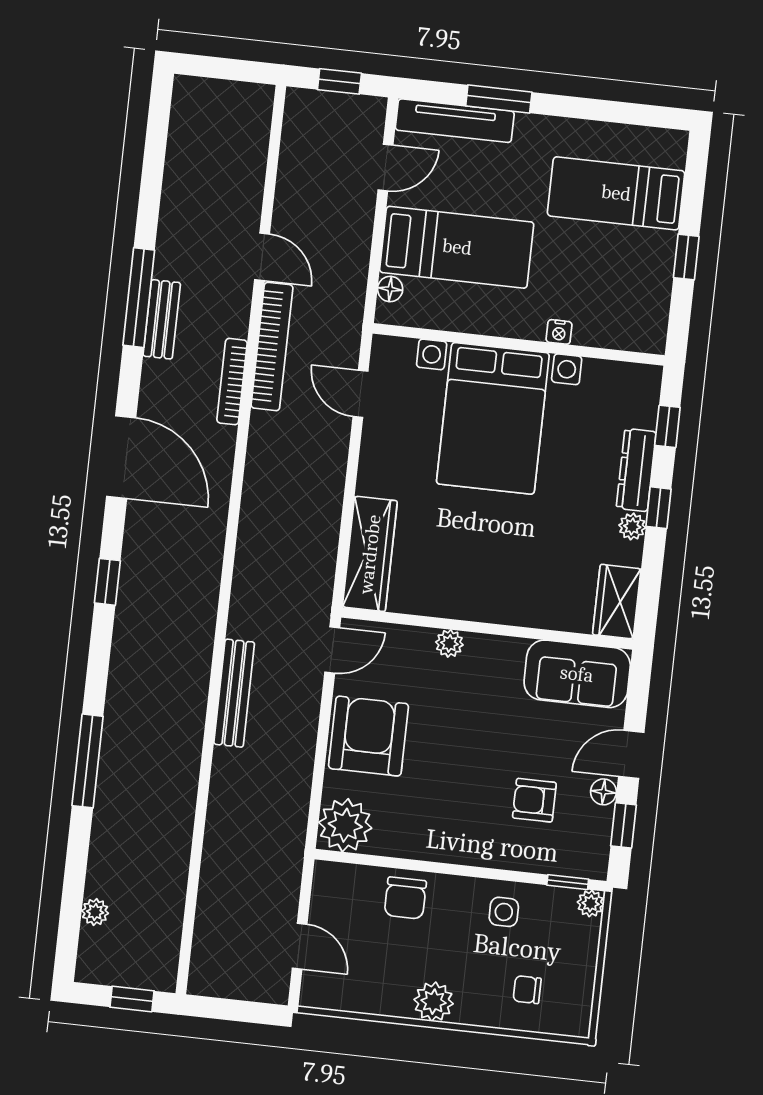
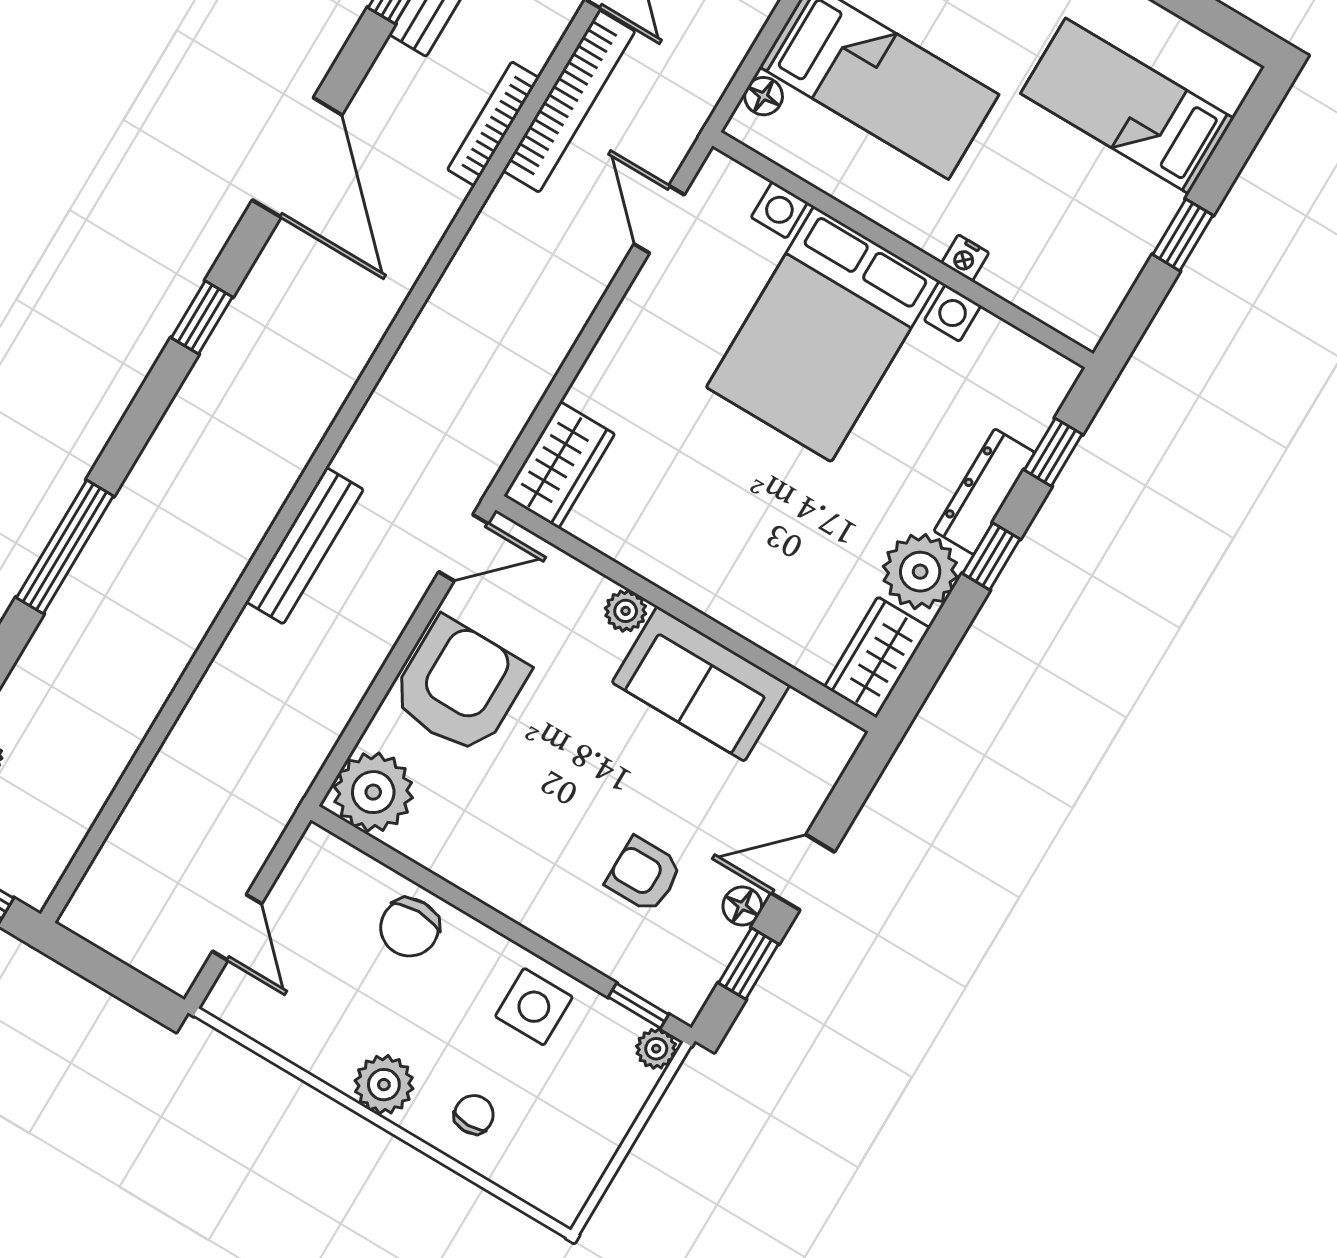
plant: (632, 527) -> (920, 572), width x1.88, depth x1.88
wardrobe: (370, 554) -> (559, 465), width x0.67
sofa: (577, 674) -> (701, 684), moved
side table: (504, 912) -> (534, 1007), width x1.37, depth x1.37
chair: (527, 990) -> (474, 1115), moved, turned 90

